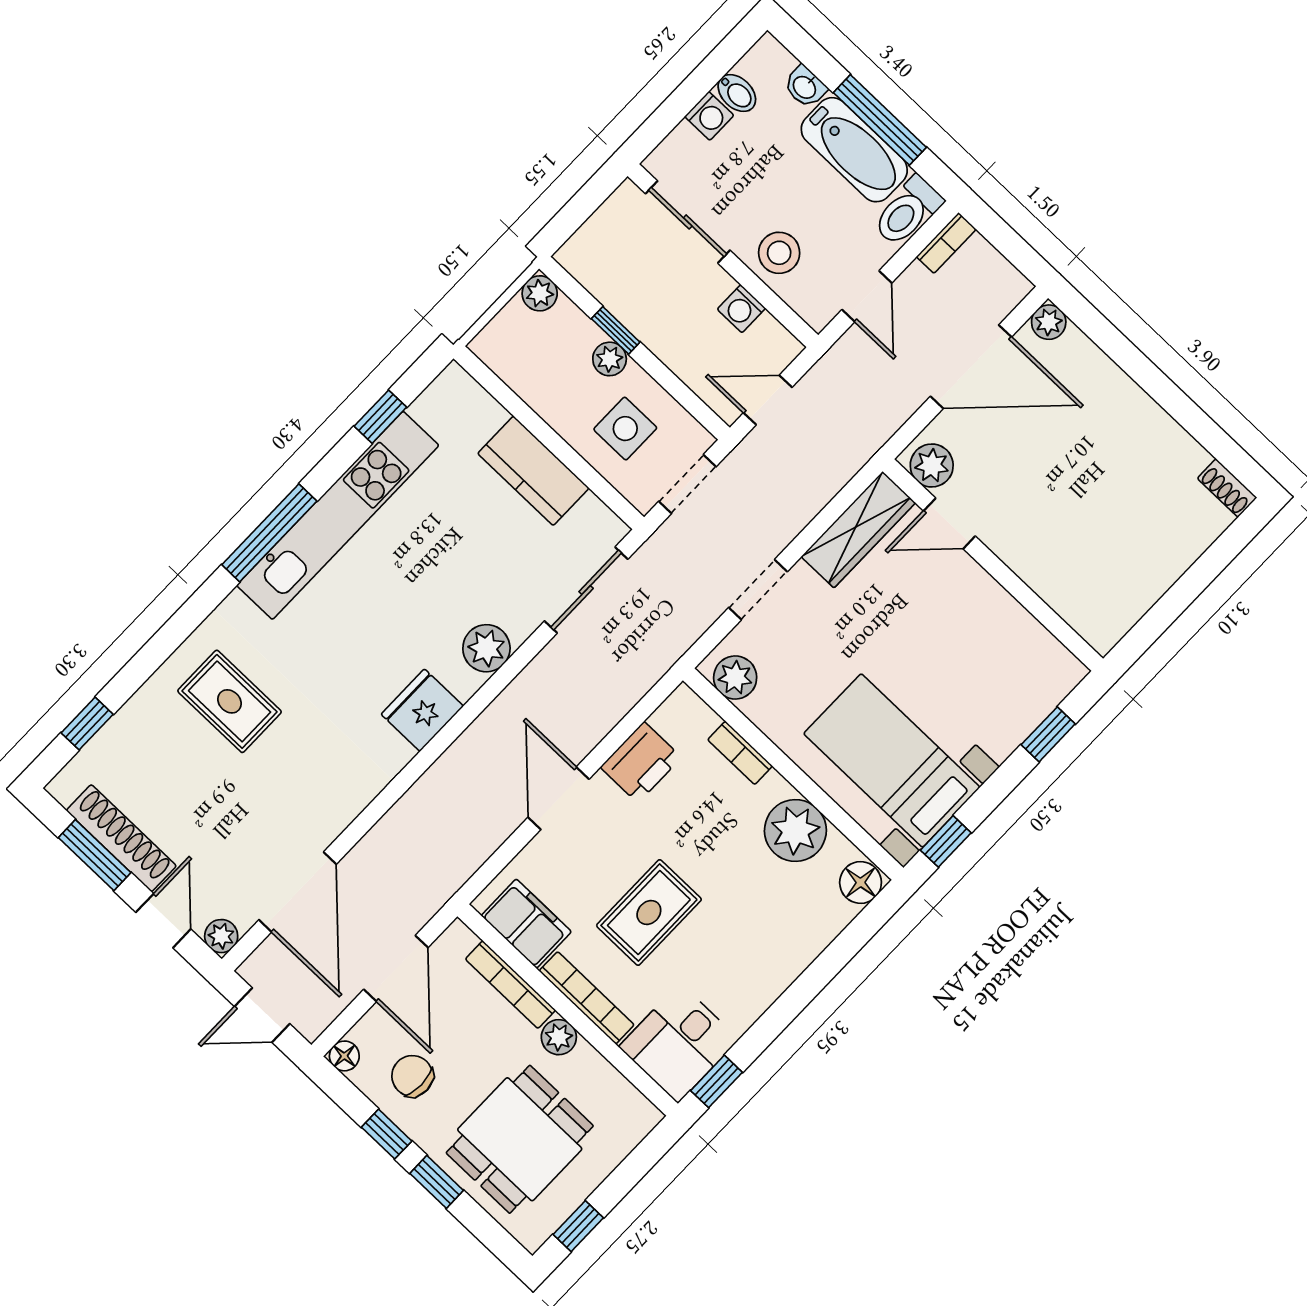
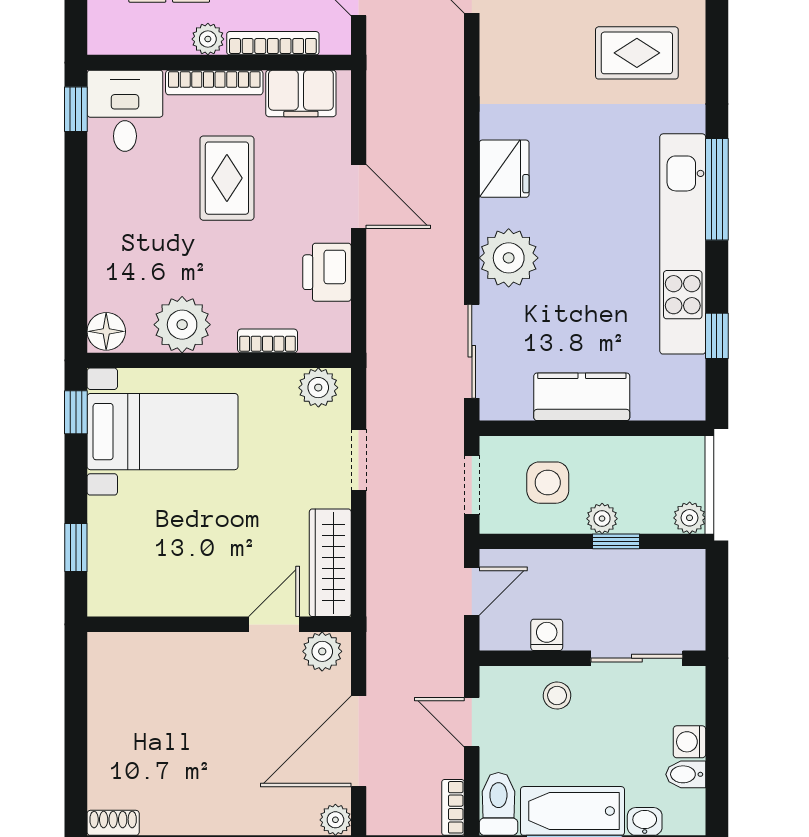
stool: (779, 253) -> (557, 696), width x0.73, depth x0.73
plant: (486, 648) -> (509, 258), width x1.36, depth x1.36

